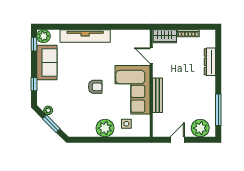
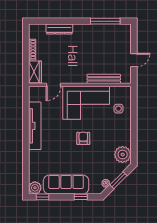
tv unit: (85, 36) -> (35, 126), moved
sofa: (47, 62) -> (66, 185), width x1.36
bench: (158, 95) -> (104, 79), moved
plant: (105, 128) -> (123, 155), moved
plant: (200, 128) -> (123, 38), removed
door: (177, 140) -> (134, 60), swing flipped

